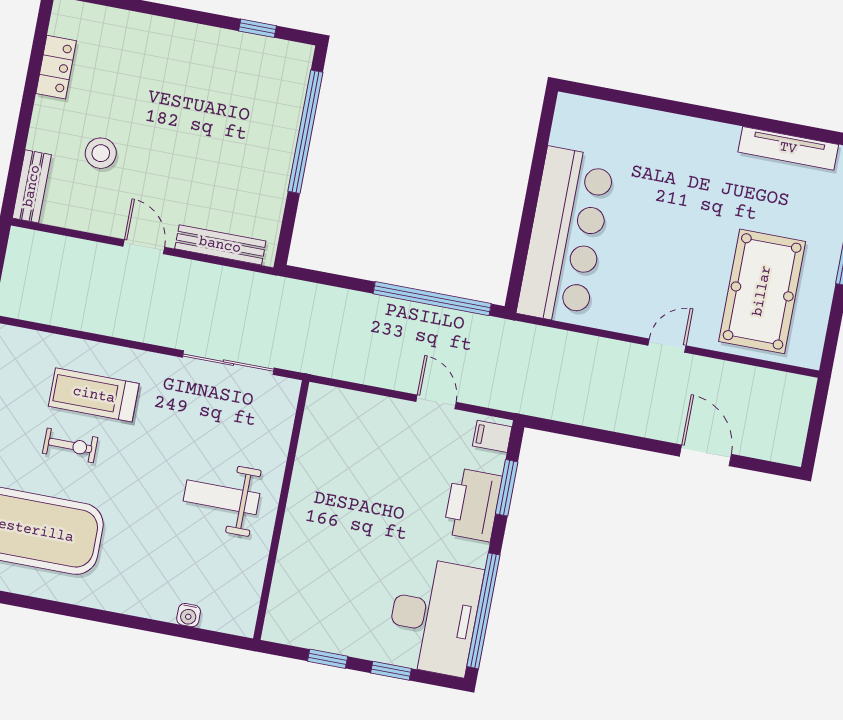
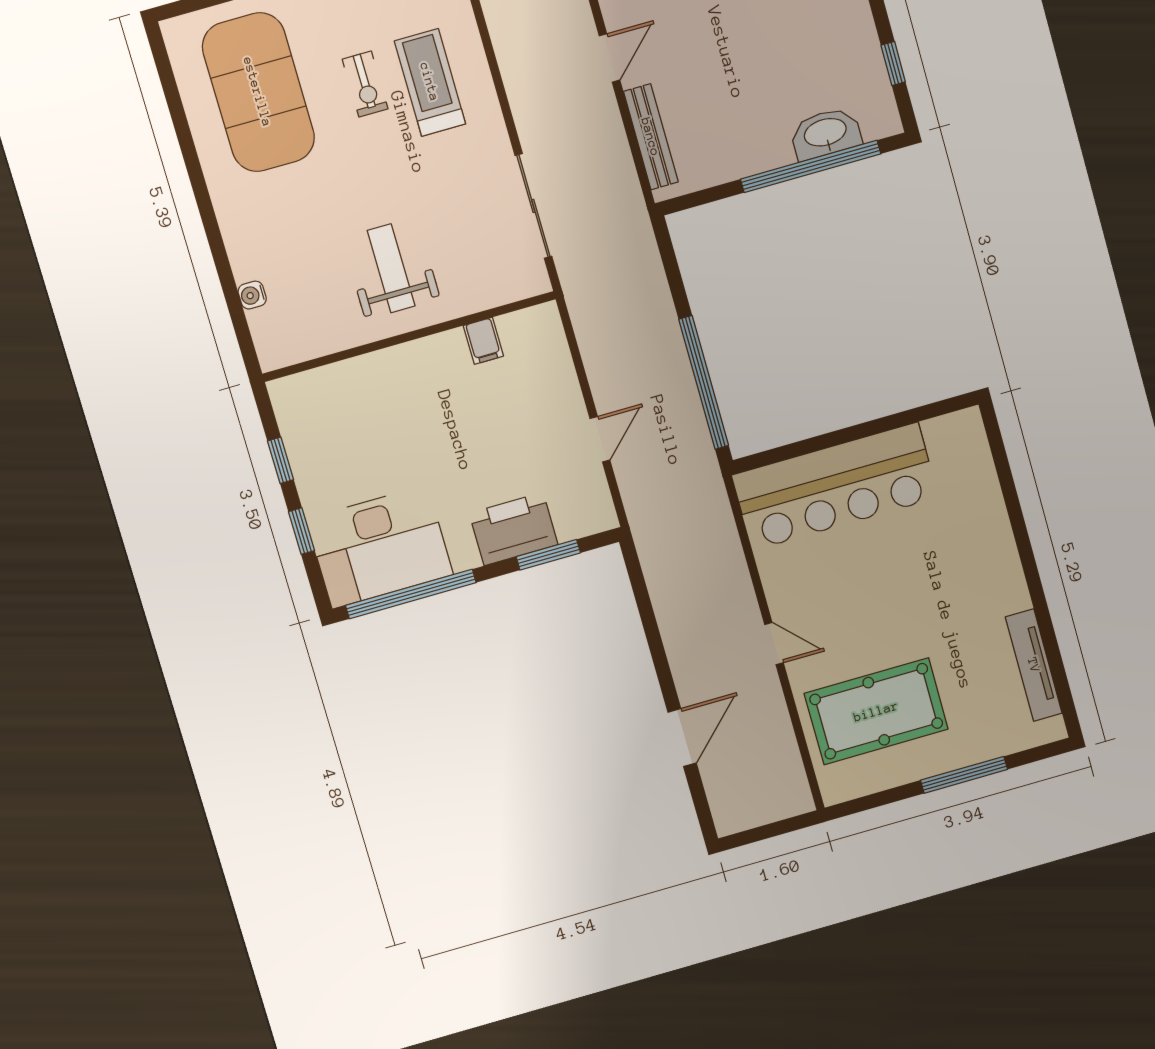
washbasin: (285, 108) -> (826, 133), added
filing cabinet: (492, 436) -> (483, 341), moved, turned 180

